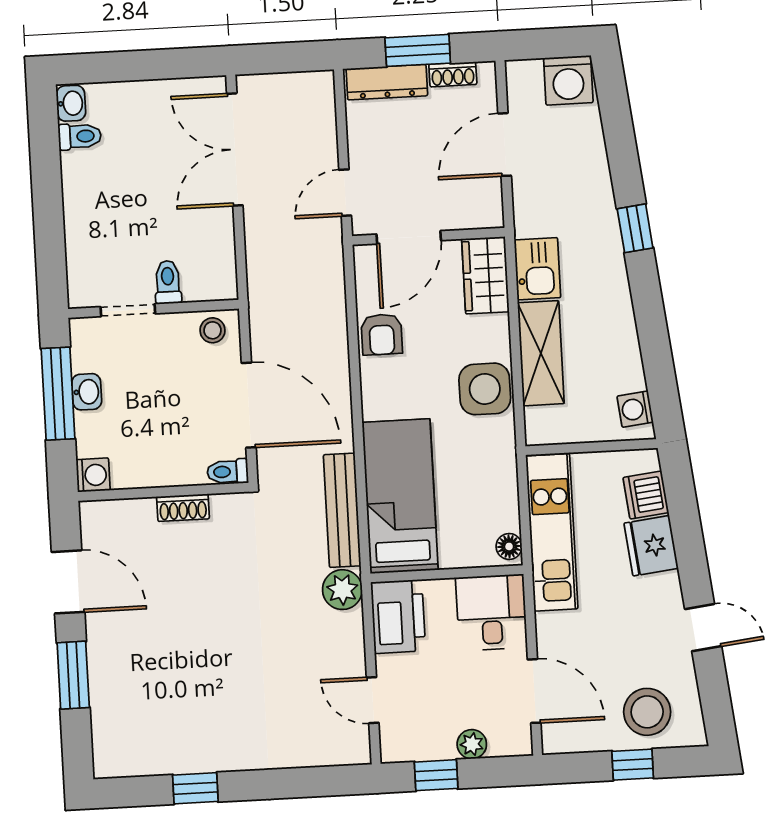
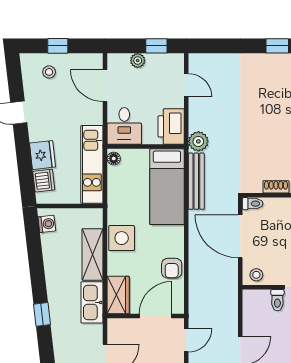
kitchen sink: (537, 269) -> (92, 302), width x1.38
armchair: (382, 334) -> (172, 268), turned 180
stool: (647, 712) -> (49, 72), width x0.53, depth x0.53

